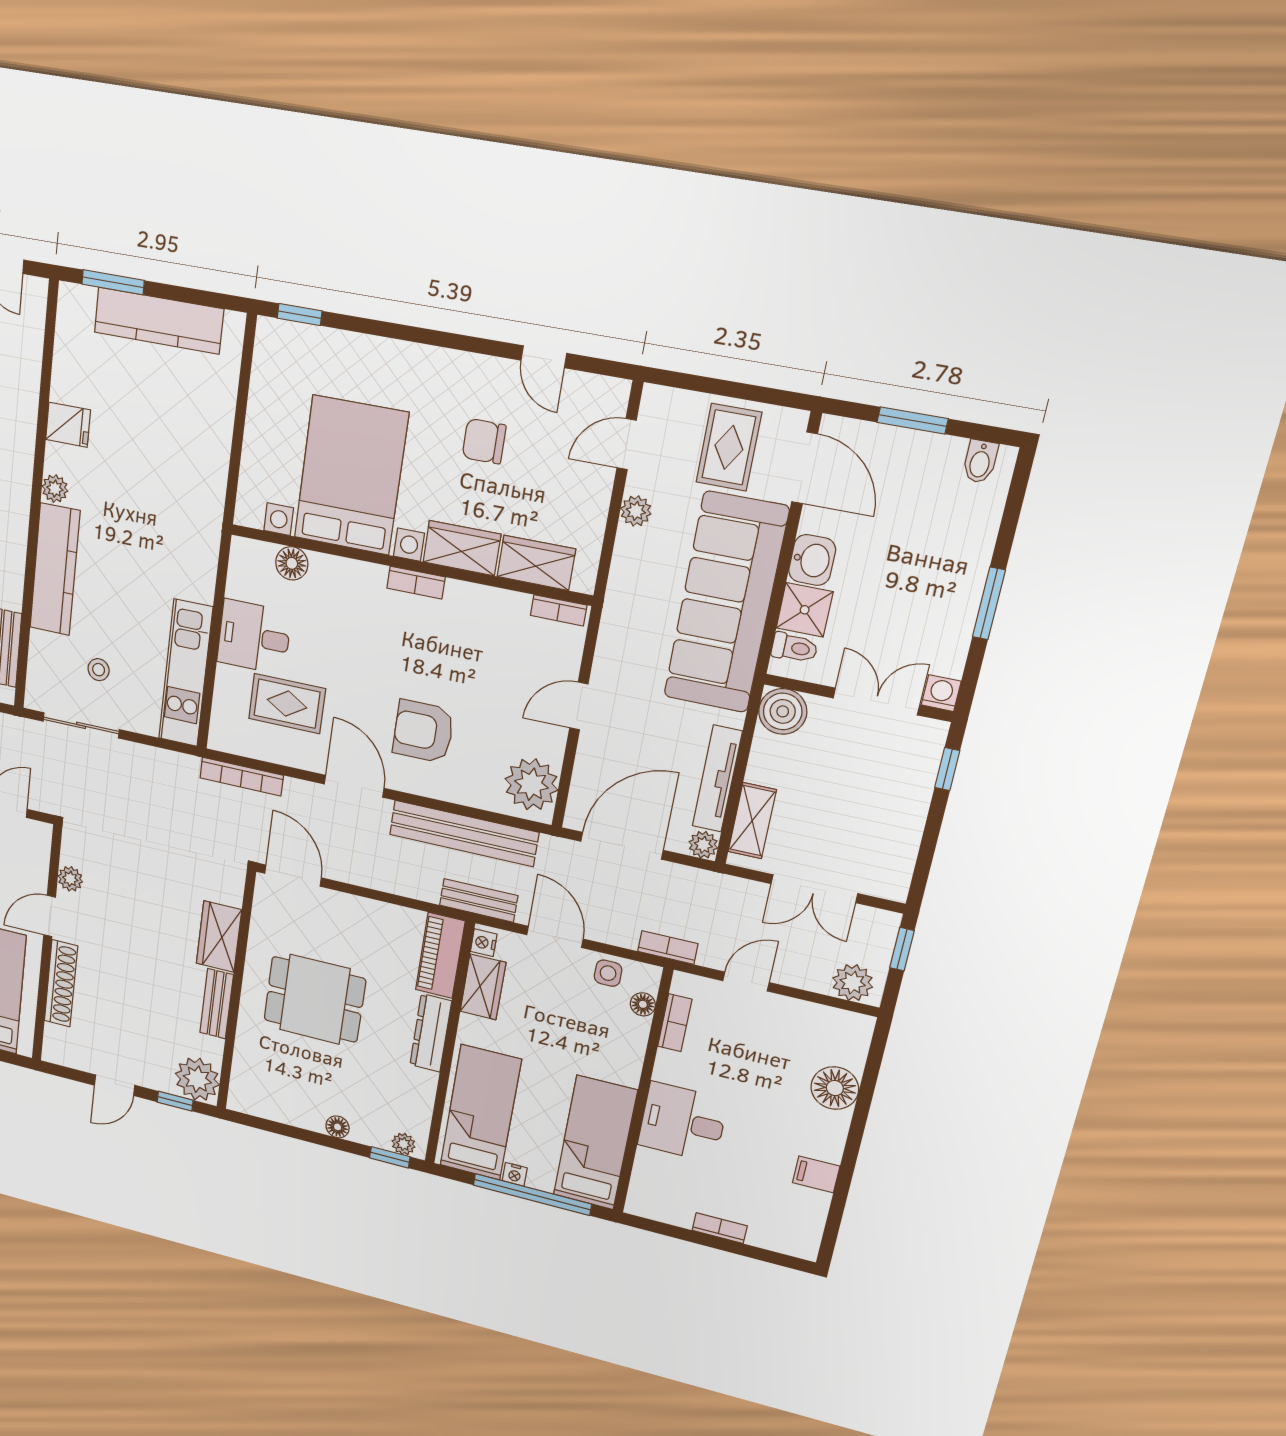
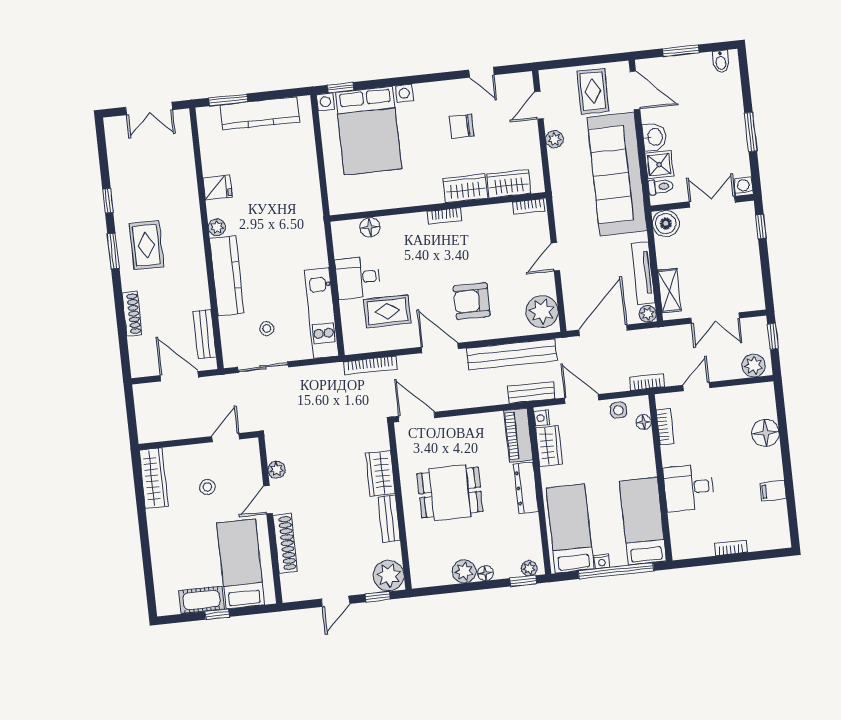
bed with nightstands: (351, 475) -> (368, 131), moved, turned 180
plant: (307, 1113) -> (464, 571), added

